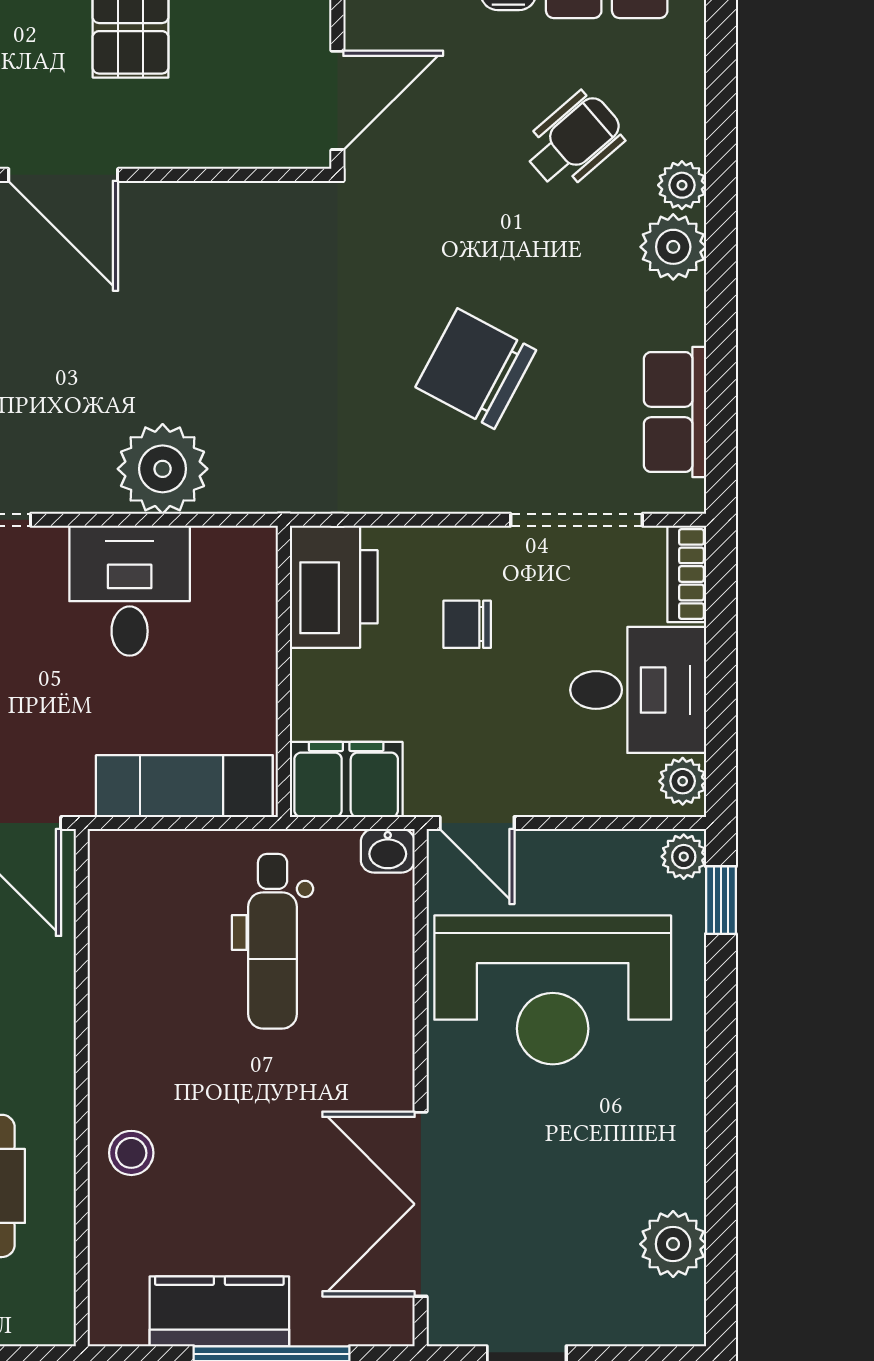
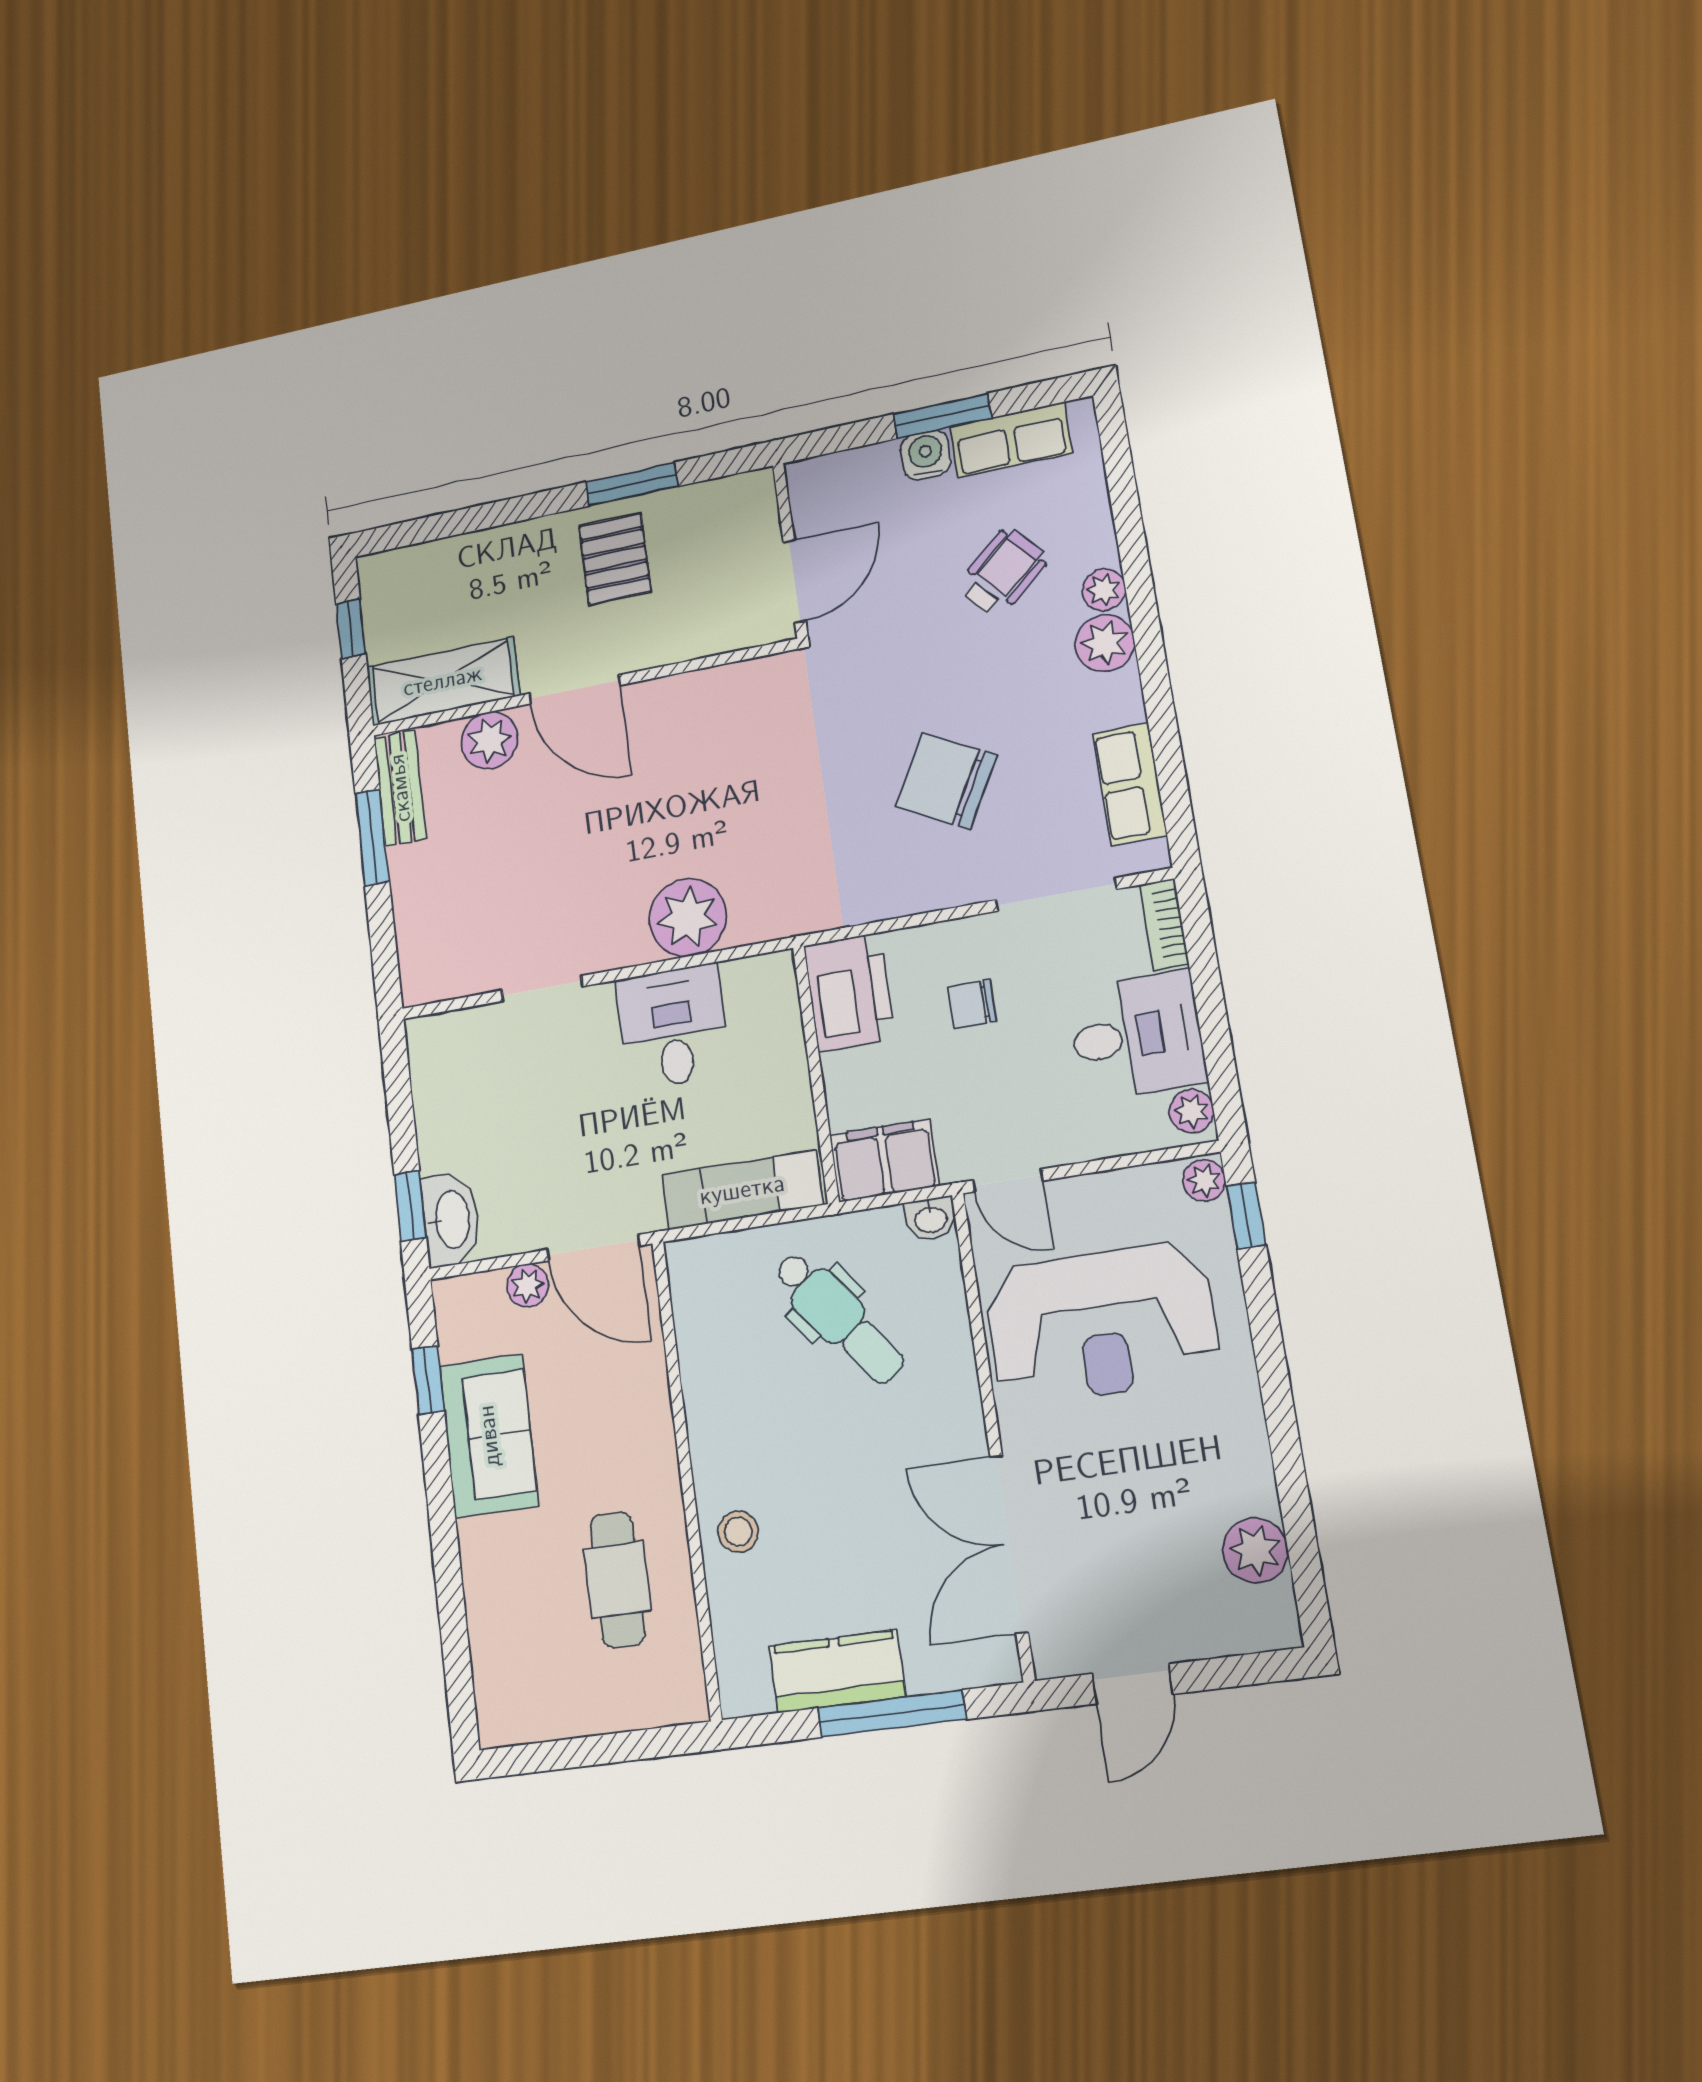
dental chair: (273, 941) -> (839, 1317), turned -37

